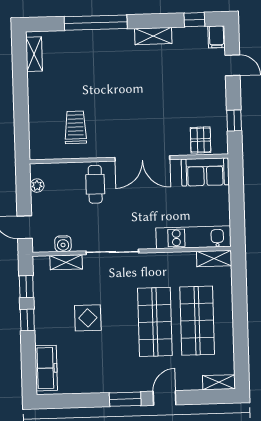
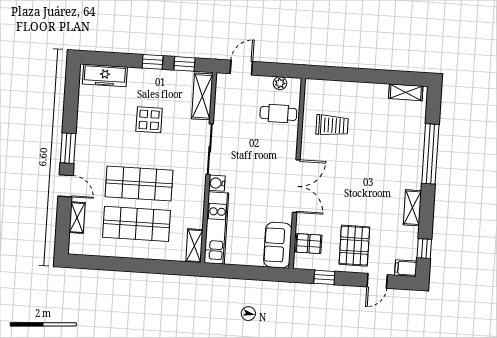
pallet: (198, 92) -> (354, 246), added
double door: (142, 158) -> (296, 186), swing flipped
cafe table: (95, 184) -> (278, 113), moved
water cooler: (63, 244) -> (217, 183), moved
shelving: (66, 262) -> (202, 96), width x1.50, depth x1.33
shelving: (219, 382) -> (77, 218), moved

